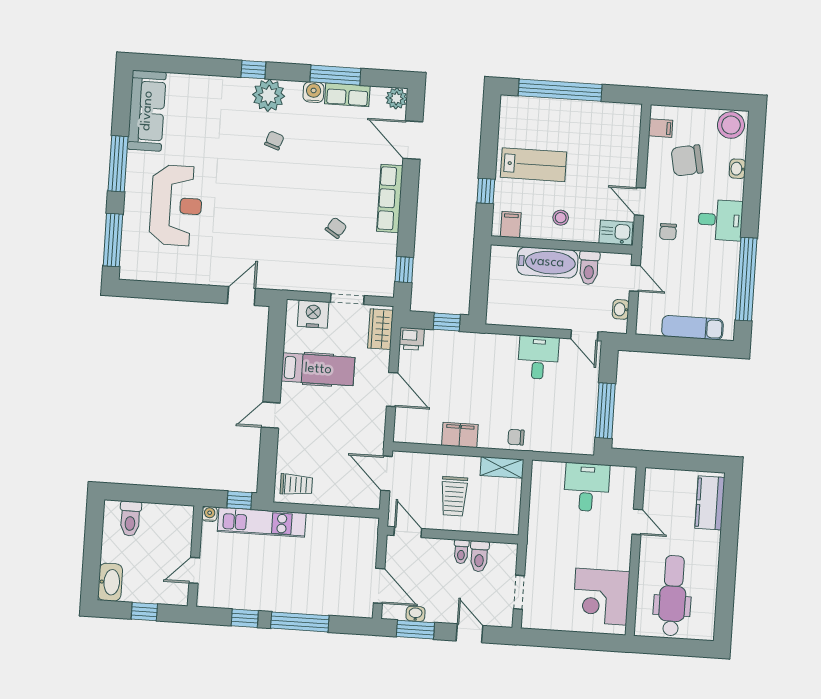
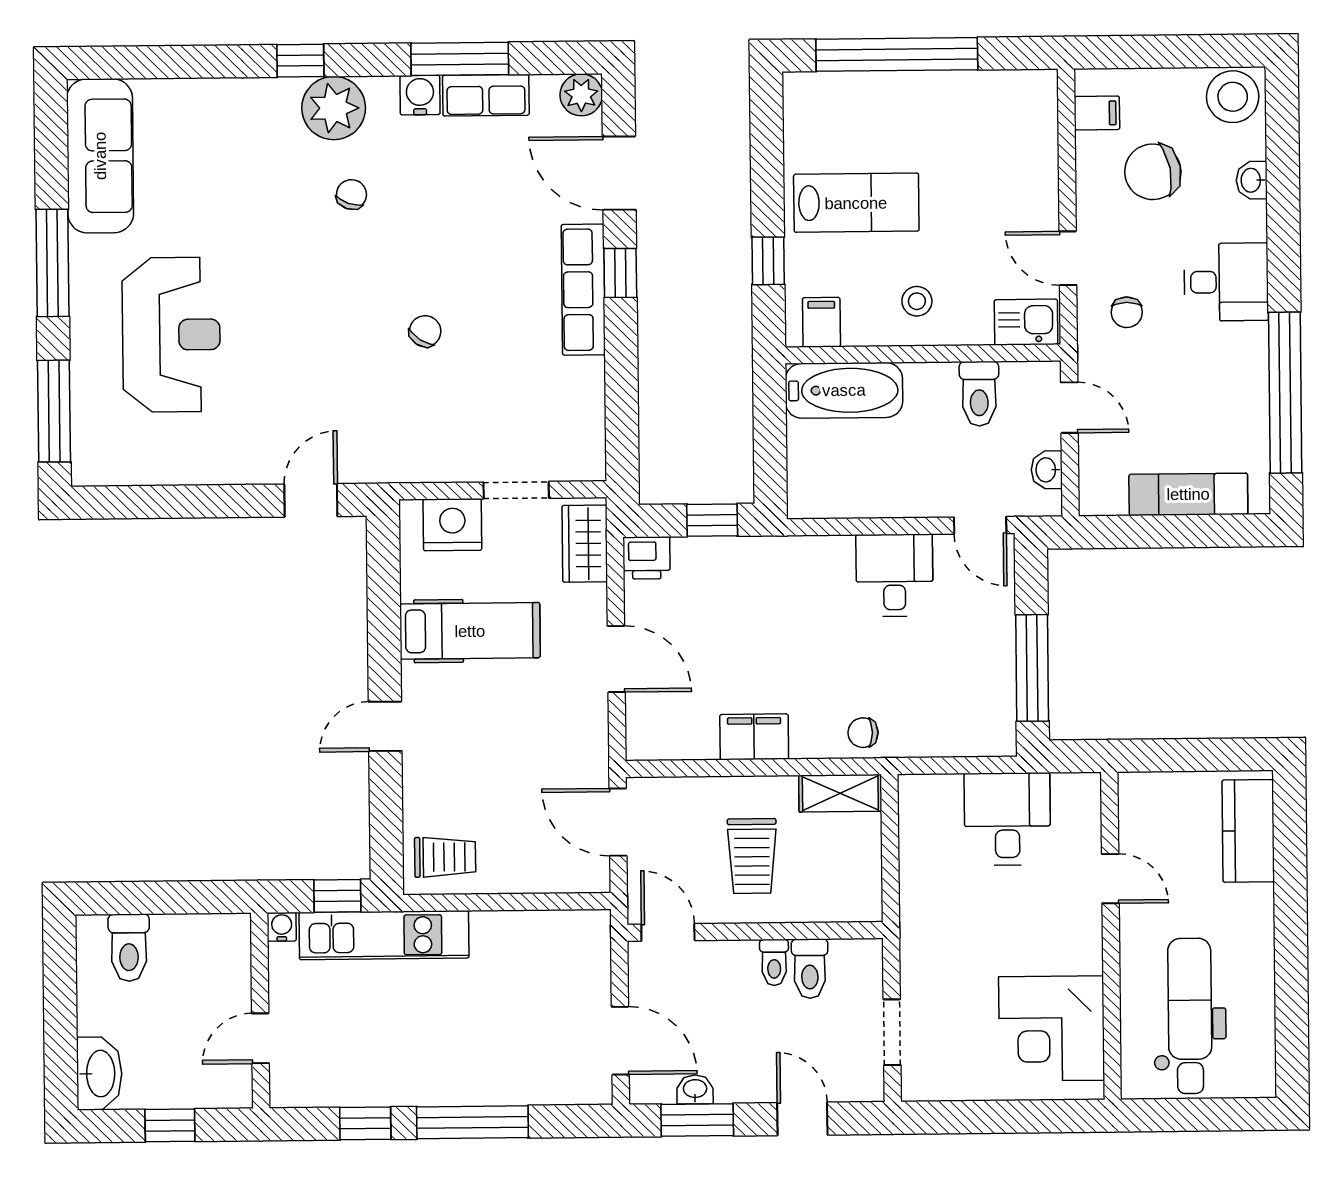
chair: (336, 228) -> (425, 331), moved
bathtub: (547, 262) -> (844, 390), moved
window: (404, 270) -> (620, 273), moved

